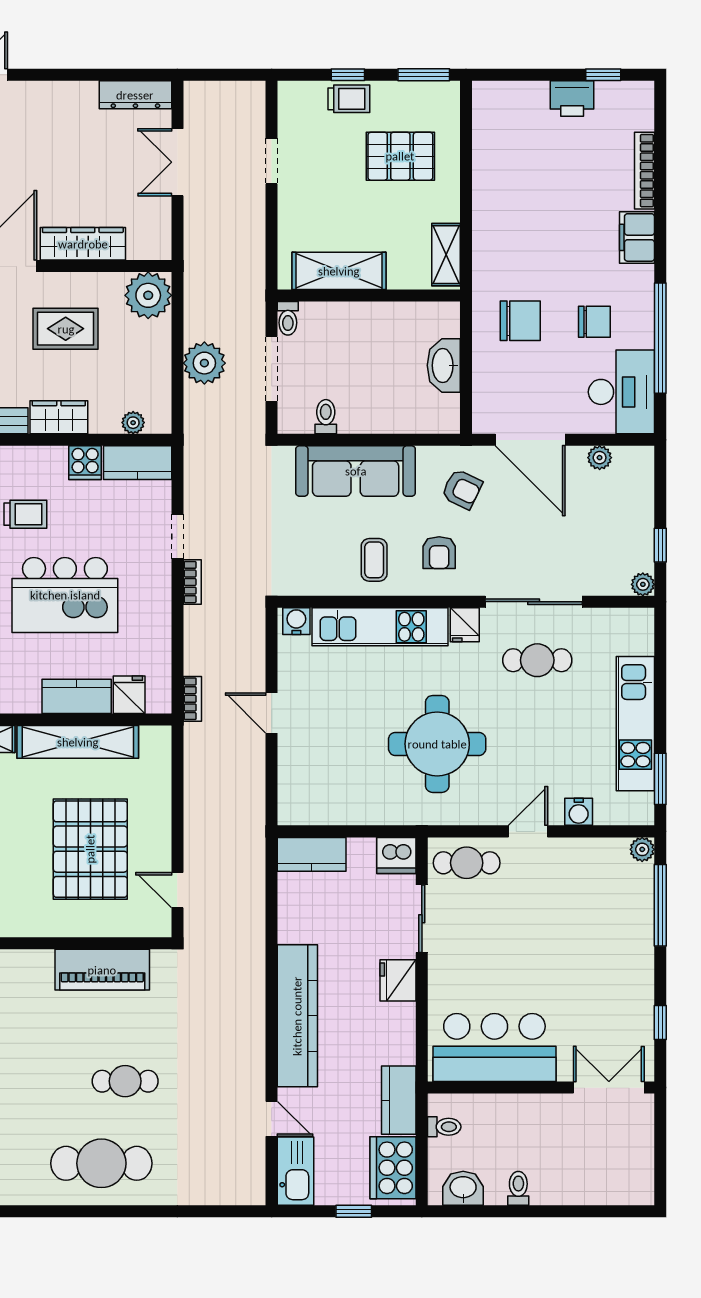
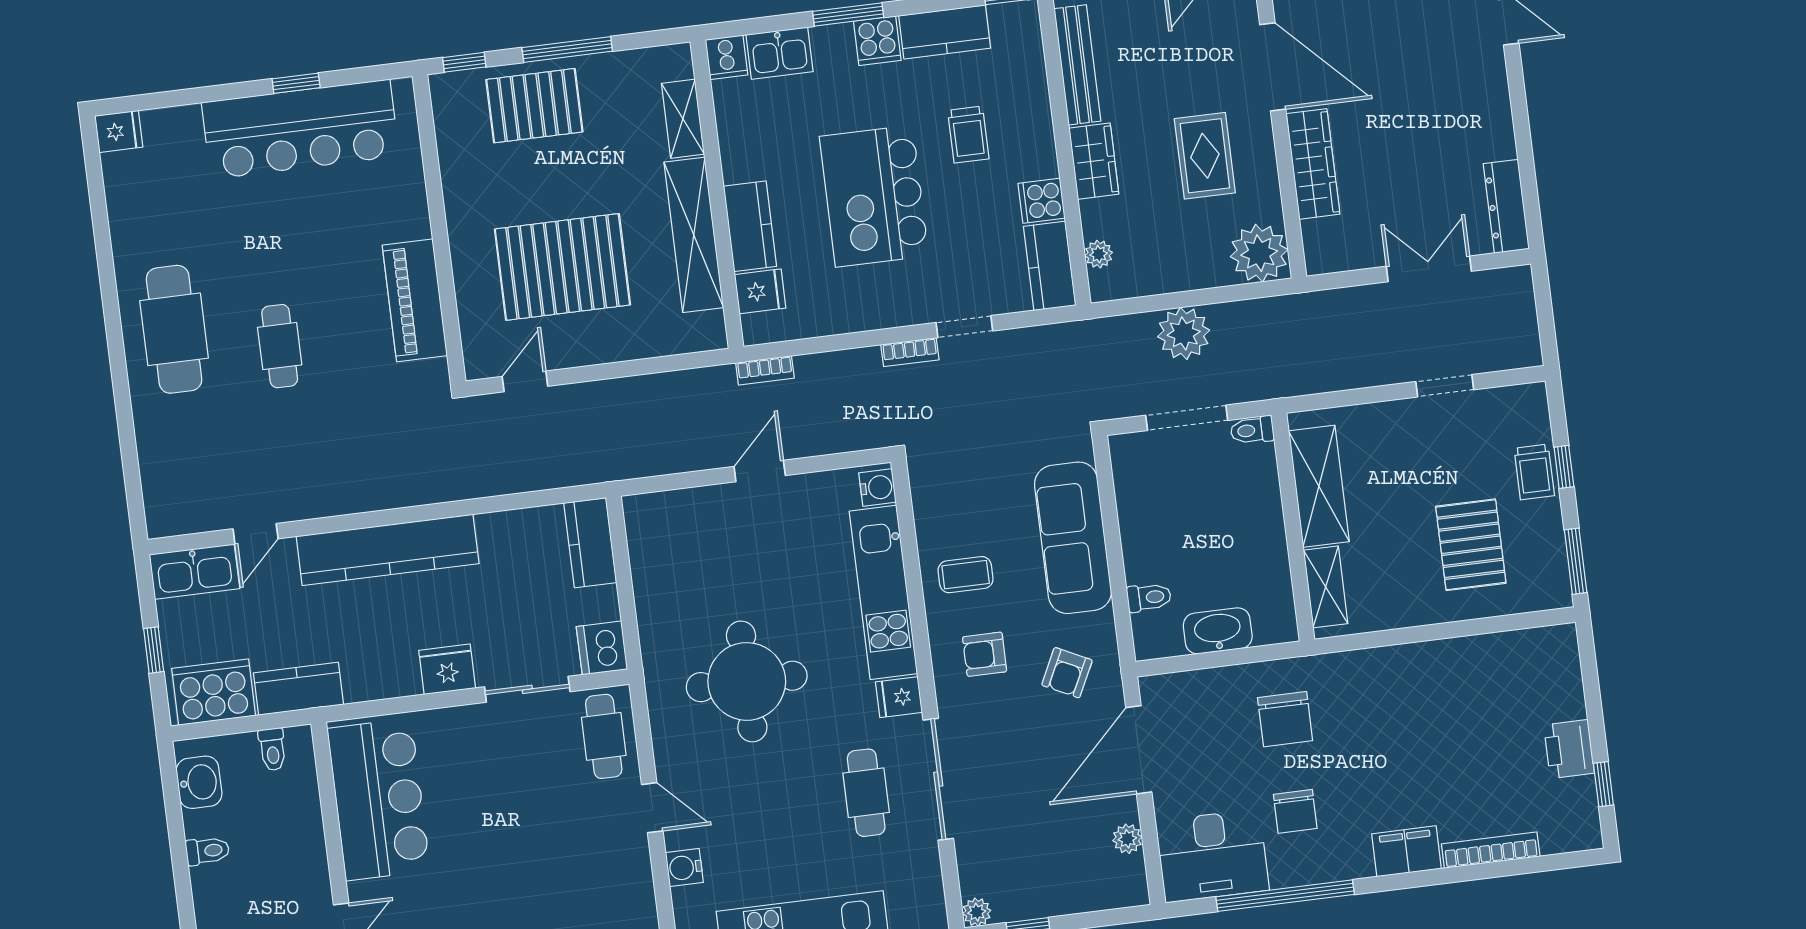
shelving: (446, 255) -> (1326, 587), moved, turned 90
toilet: (326, 417) -> (1149, 597), moved

